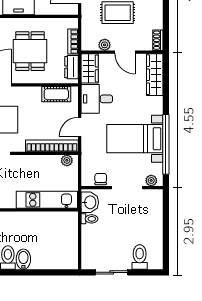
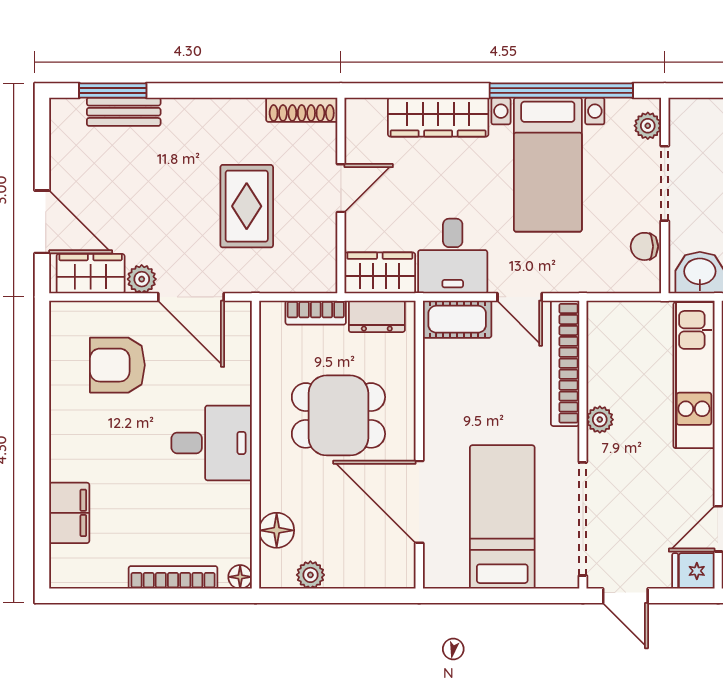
shoe rack: (158, 40) -> (302, 110), width x1.43
plant: (105, 45) -> (323, 237), removed
wardrobe: (155, 75) -> (438, 117), moved
cot: (56, 94) -> (457, 319), moved, turned 90
plant: (67, 160) -> (600, 420), moved

